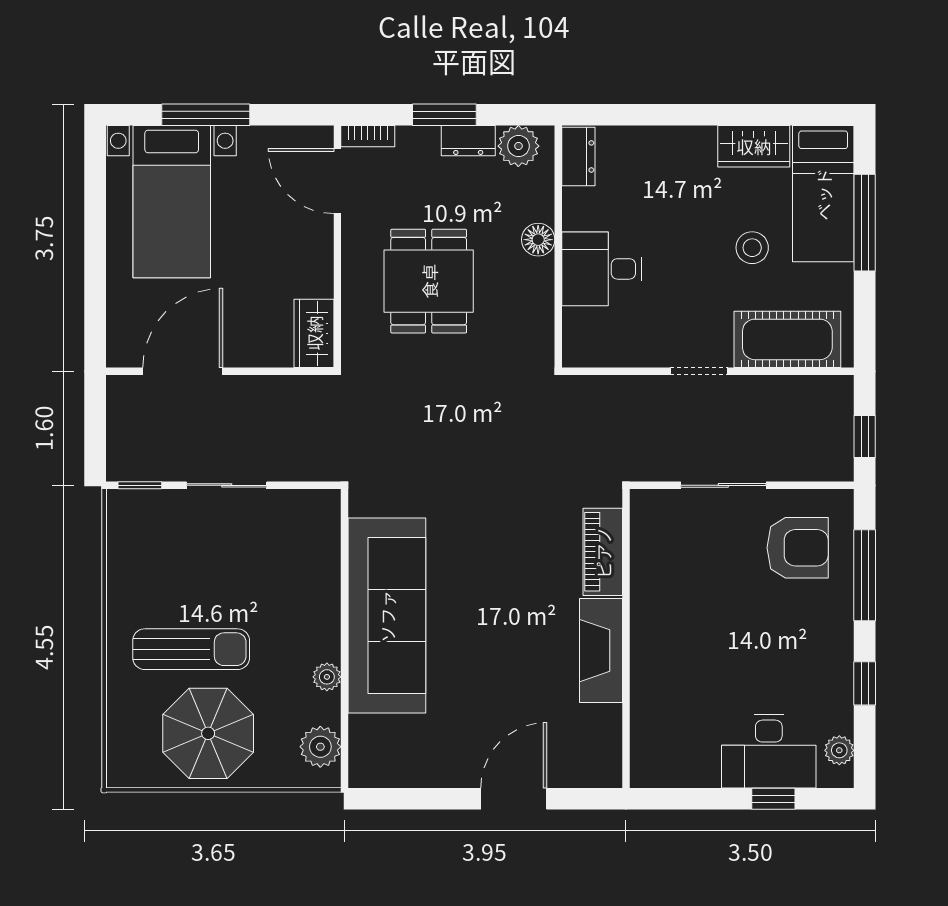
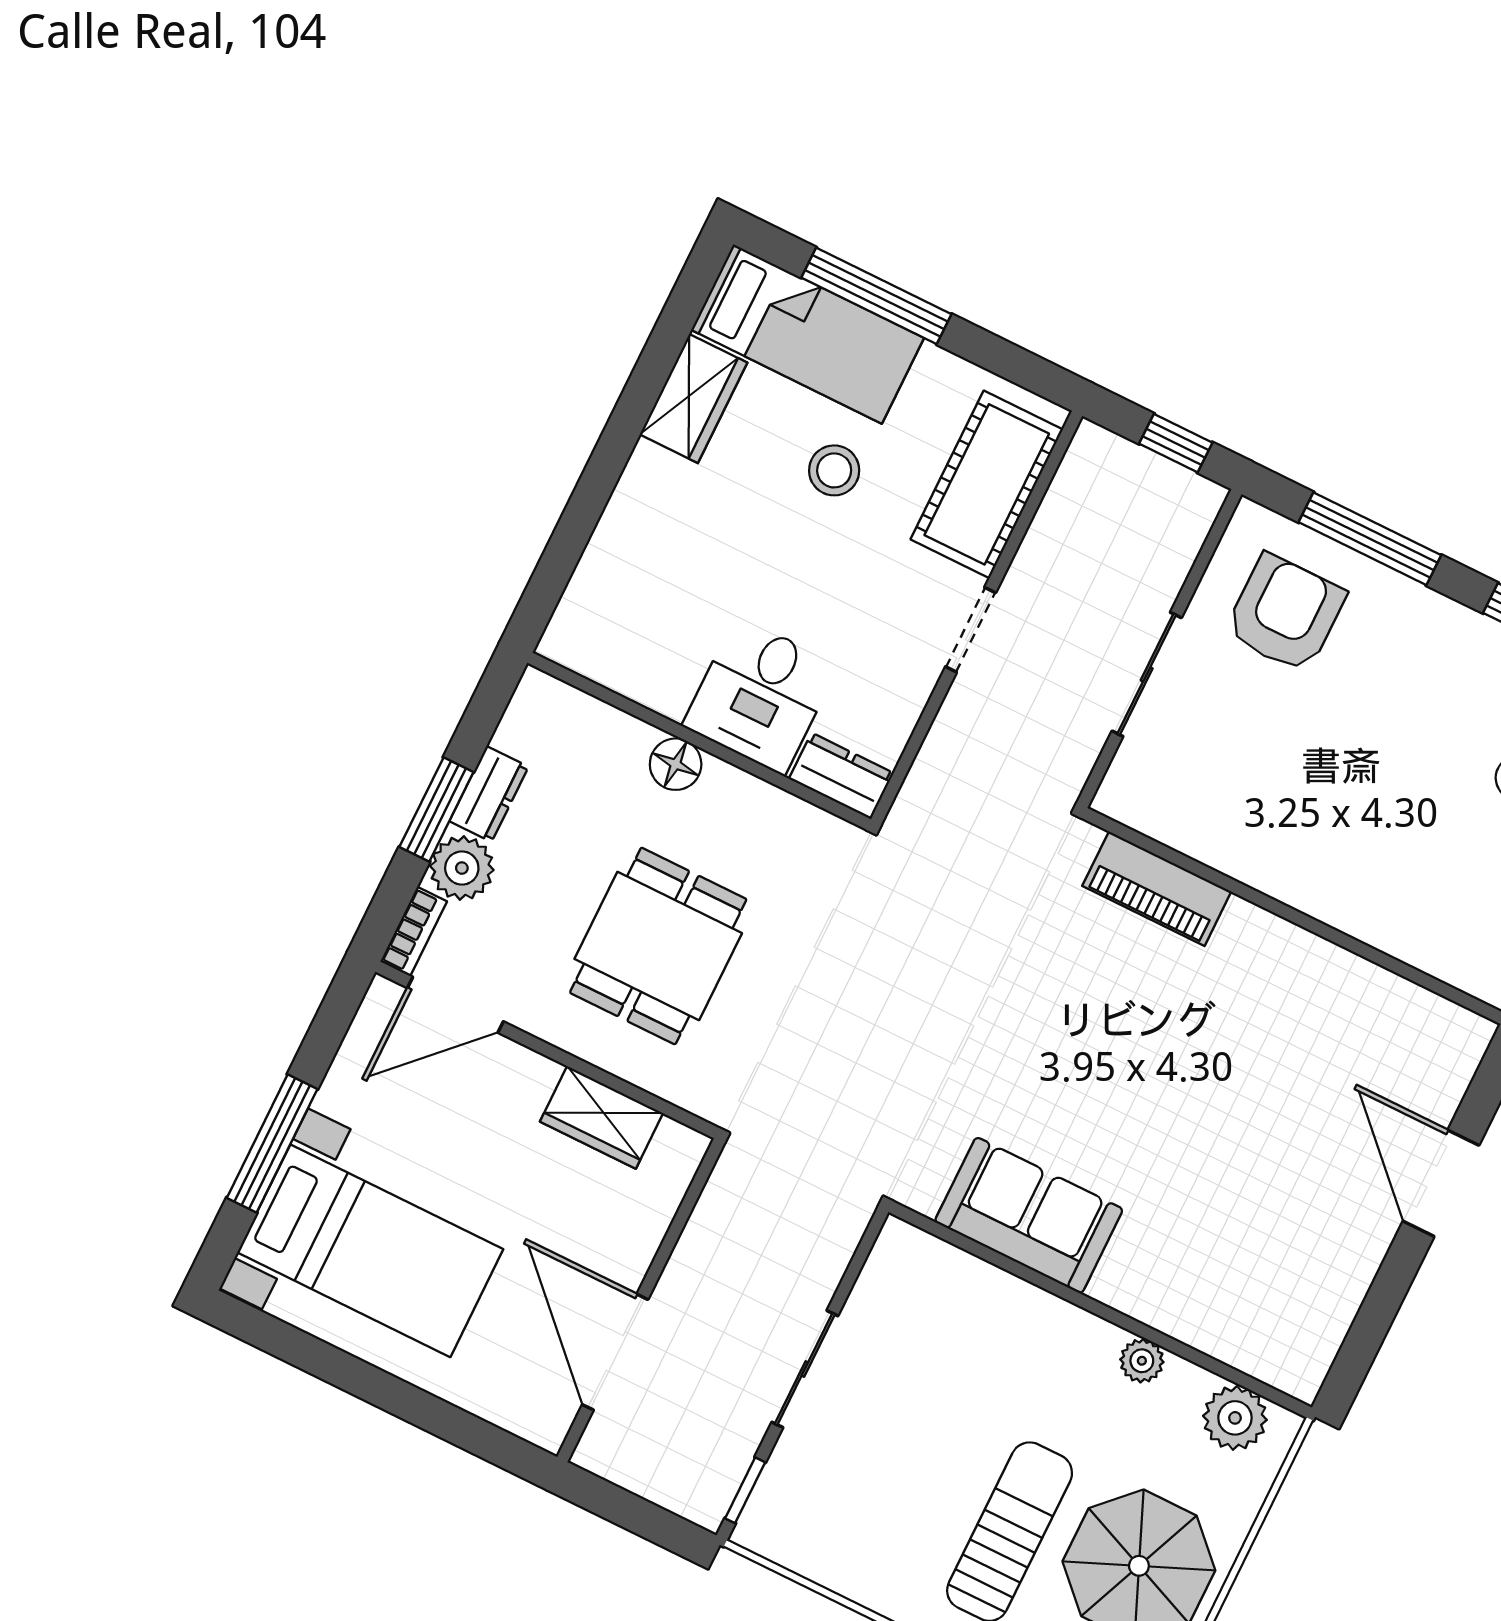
plant: (518, 146) -> (462, 868), moved
dresser: (578, 156) -> (841, 776), moved
dining table: (429, 281) -> (658, 946), turned 90
wardrobe: (314, 333) -> (602, 1117), moved
sofa: (387, 616) -> (1029, 1215), width x0.54, depth x0.79
fireplace: (601, 651) -> (1294, 959), removed

